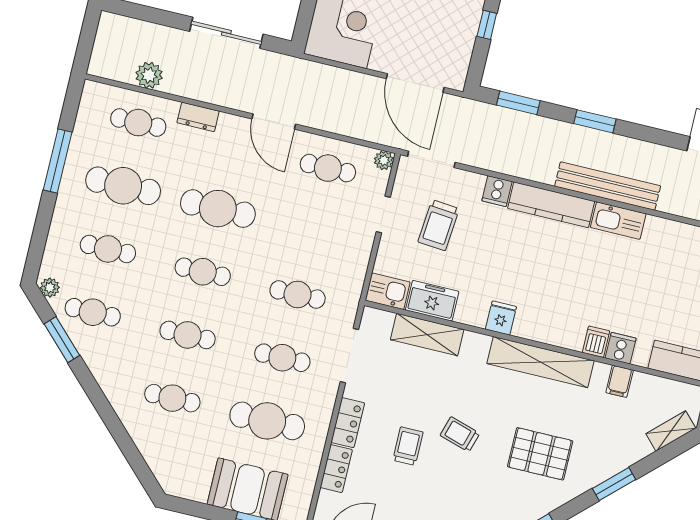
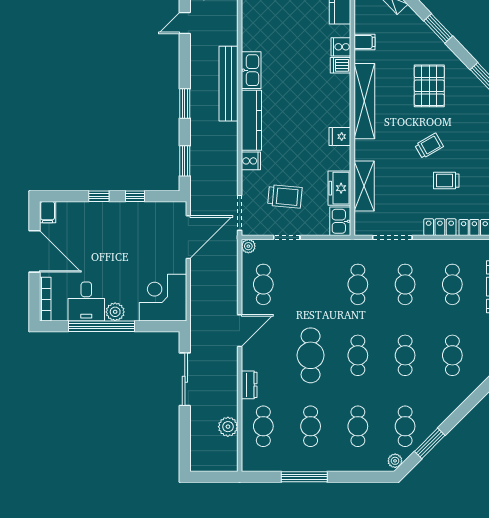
cafe table: (123, 186) -> (311, 426), width x0.73, depth x0.74
cafe table: (267, 421) -> (452, 284), width x0.73, depth x0.74
trolley: (460, 434) -> (429, 146), turned -137

